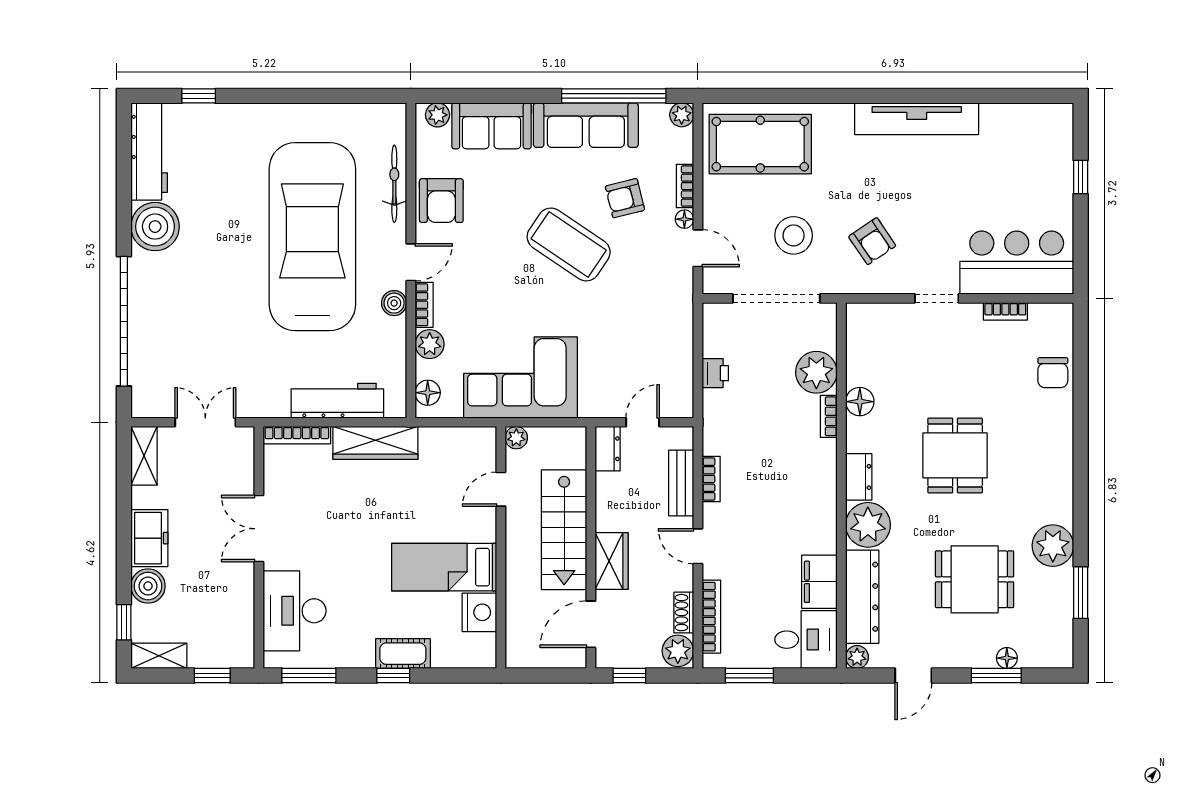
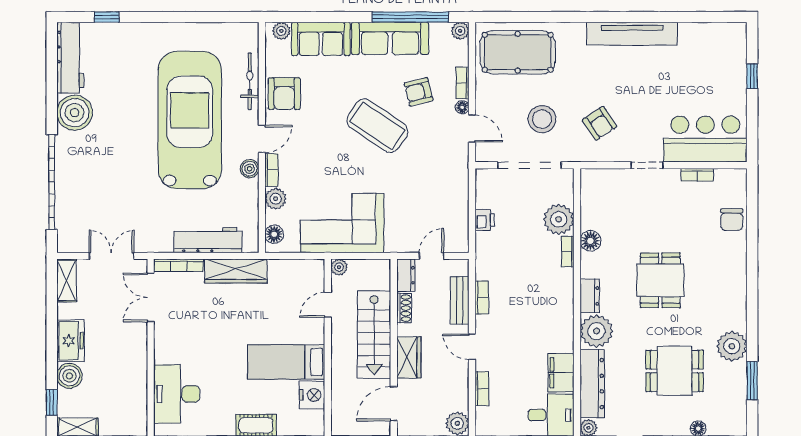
double door: (259, 529) -> (151, 297), moved
shoe rack: (684, 613) -> (404, 308), moved, turned 180
bookcase: (711, 617) -> (482, 389), width x0.64

